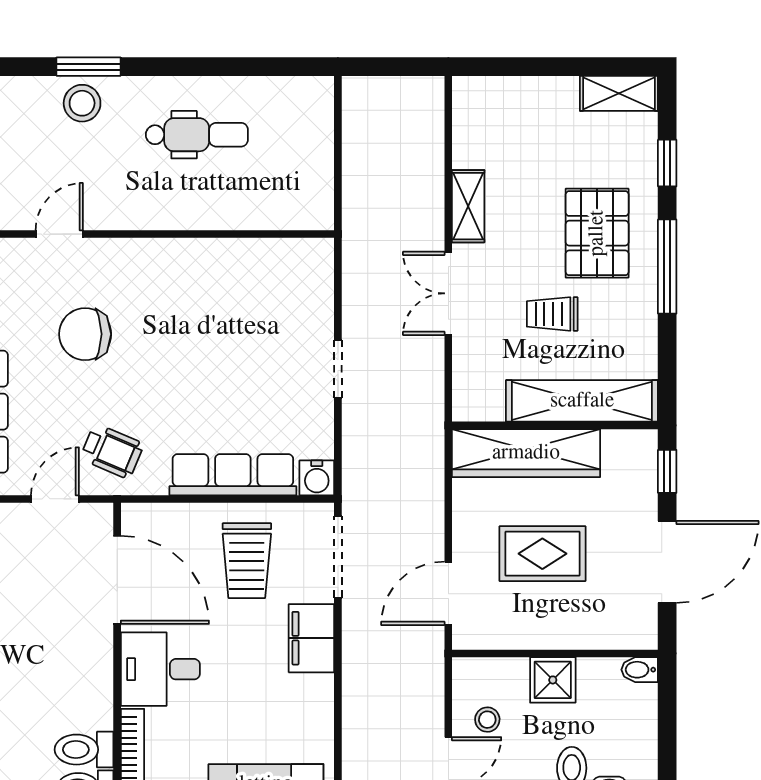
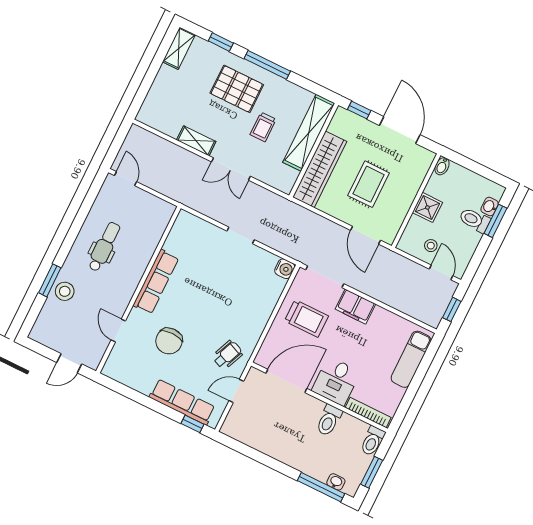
door: (338, 113) -> (126, 179), added
row of seats: (233, 475) -> (156, 282), moved, turned 180
door: (55, 499) -> (236, 391), hinge flipped
toilet: (84, 750) -> (329, 420), moved

